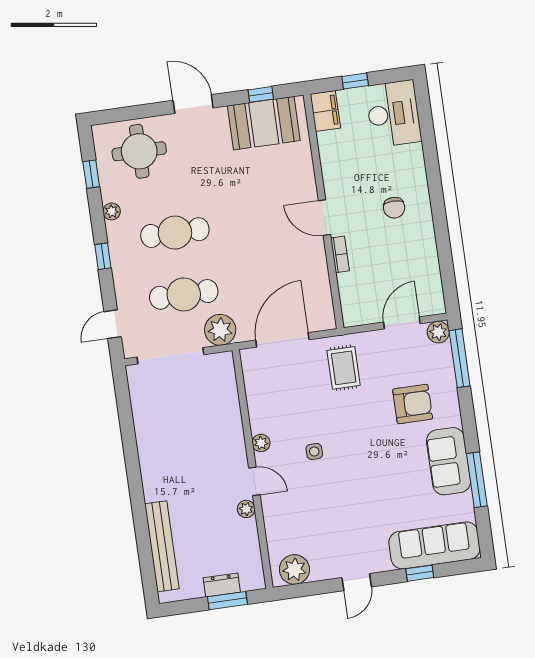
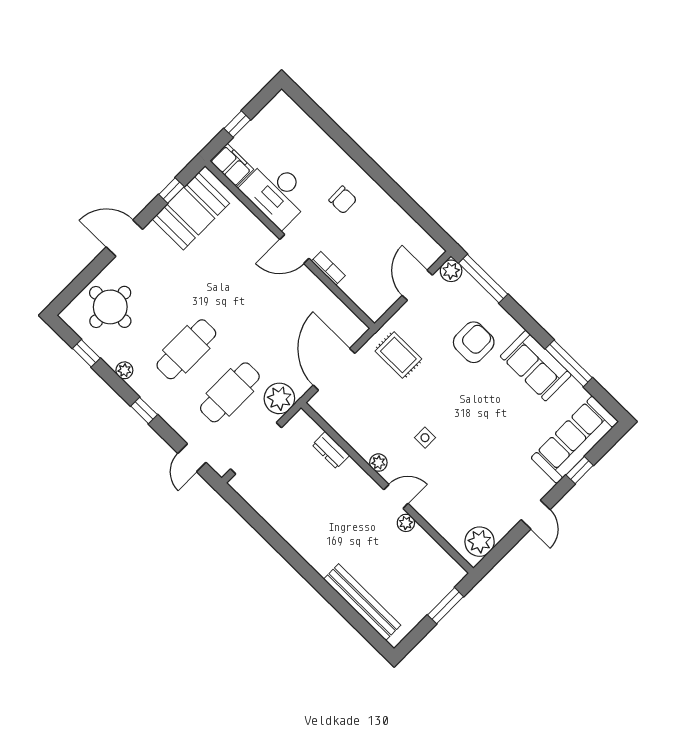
desk: (393, 114) -> (276, 193), moved, turned 180
dresser: (222, 585) -> (331, 450), moved, turned -90

